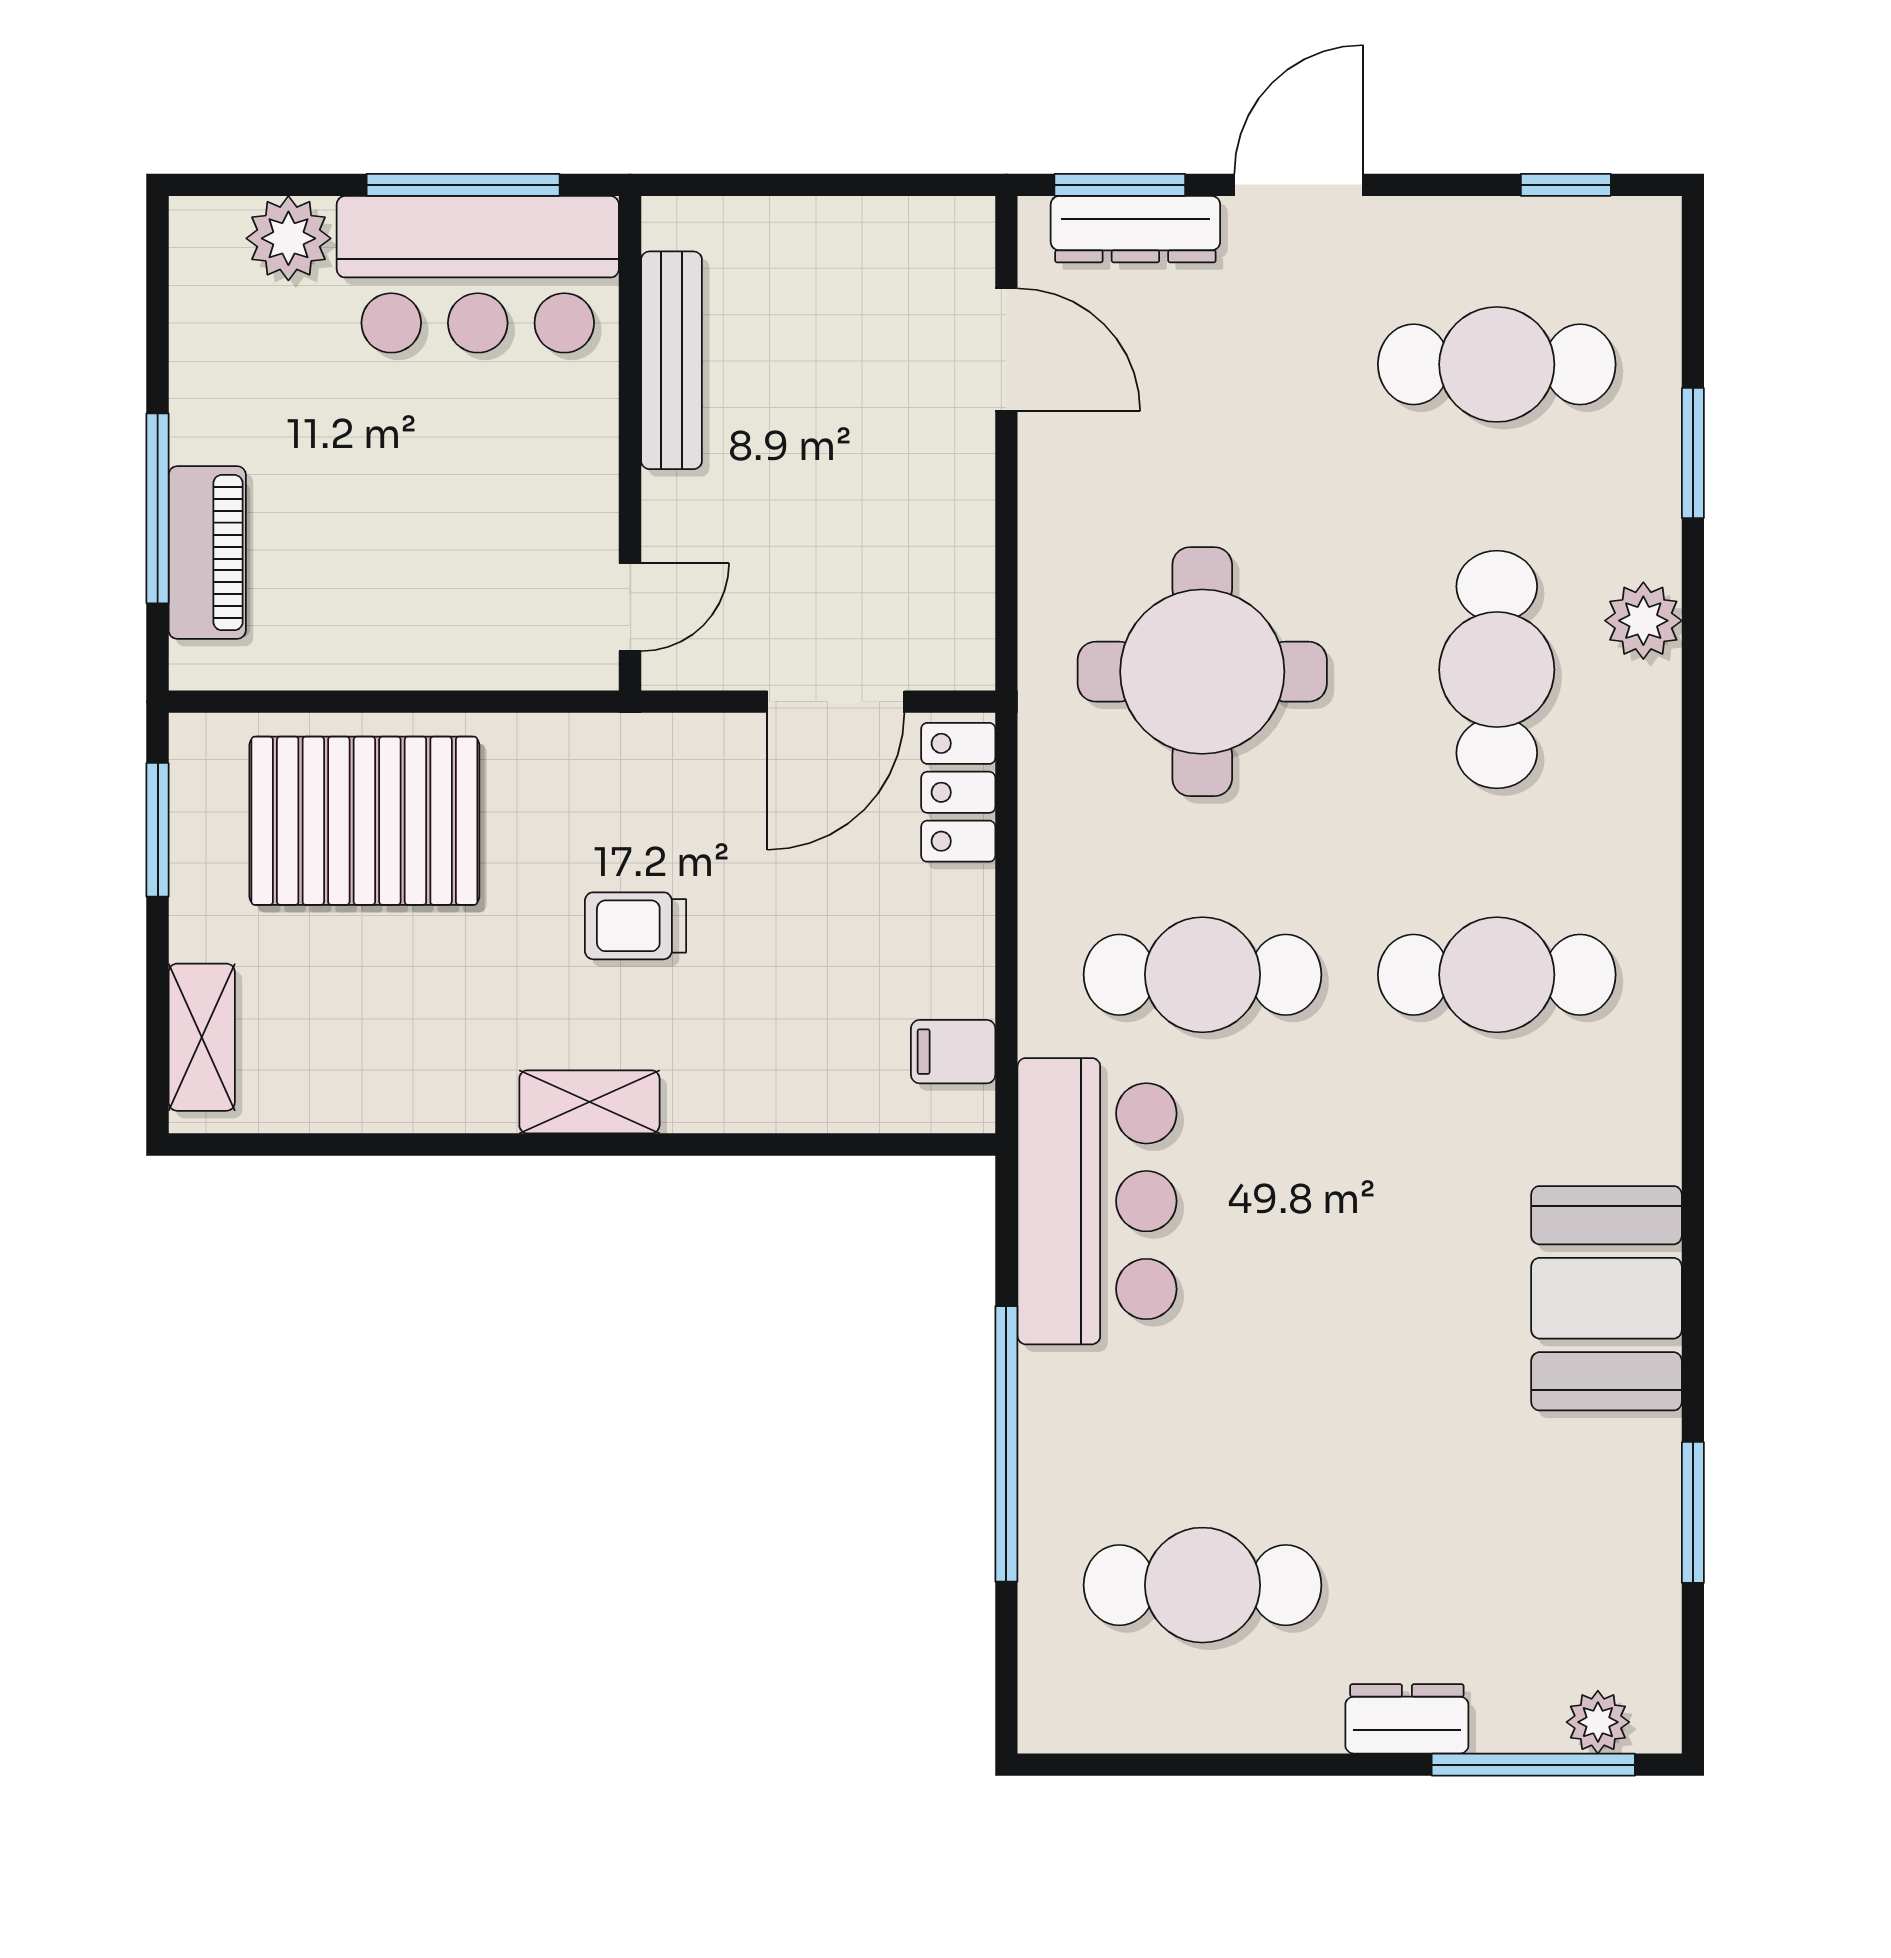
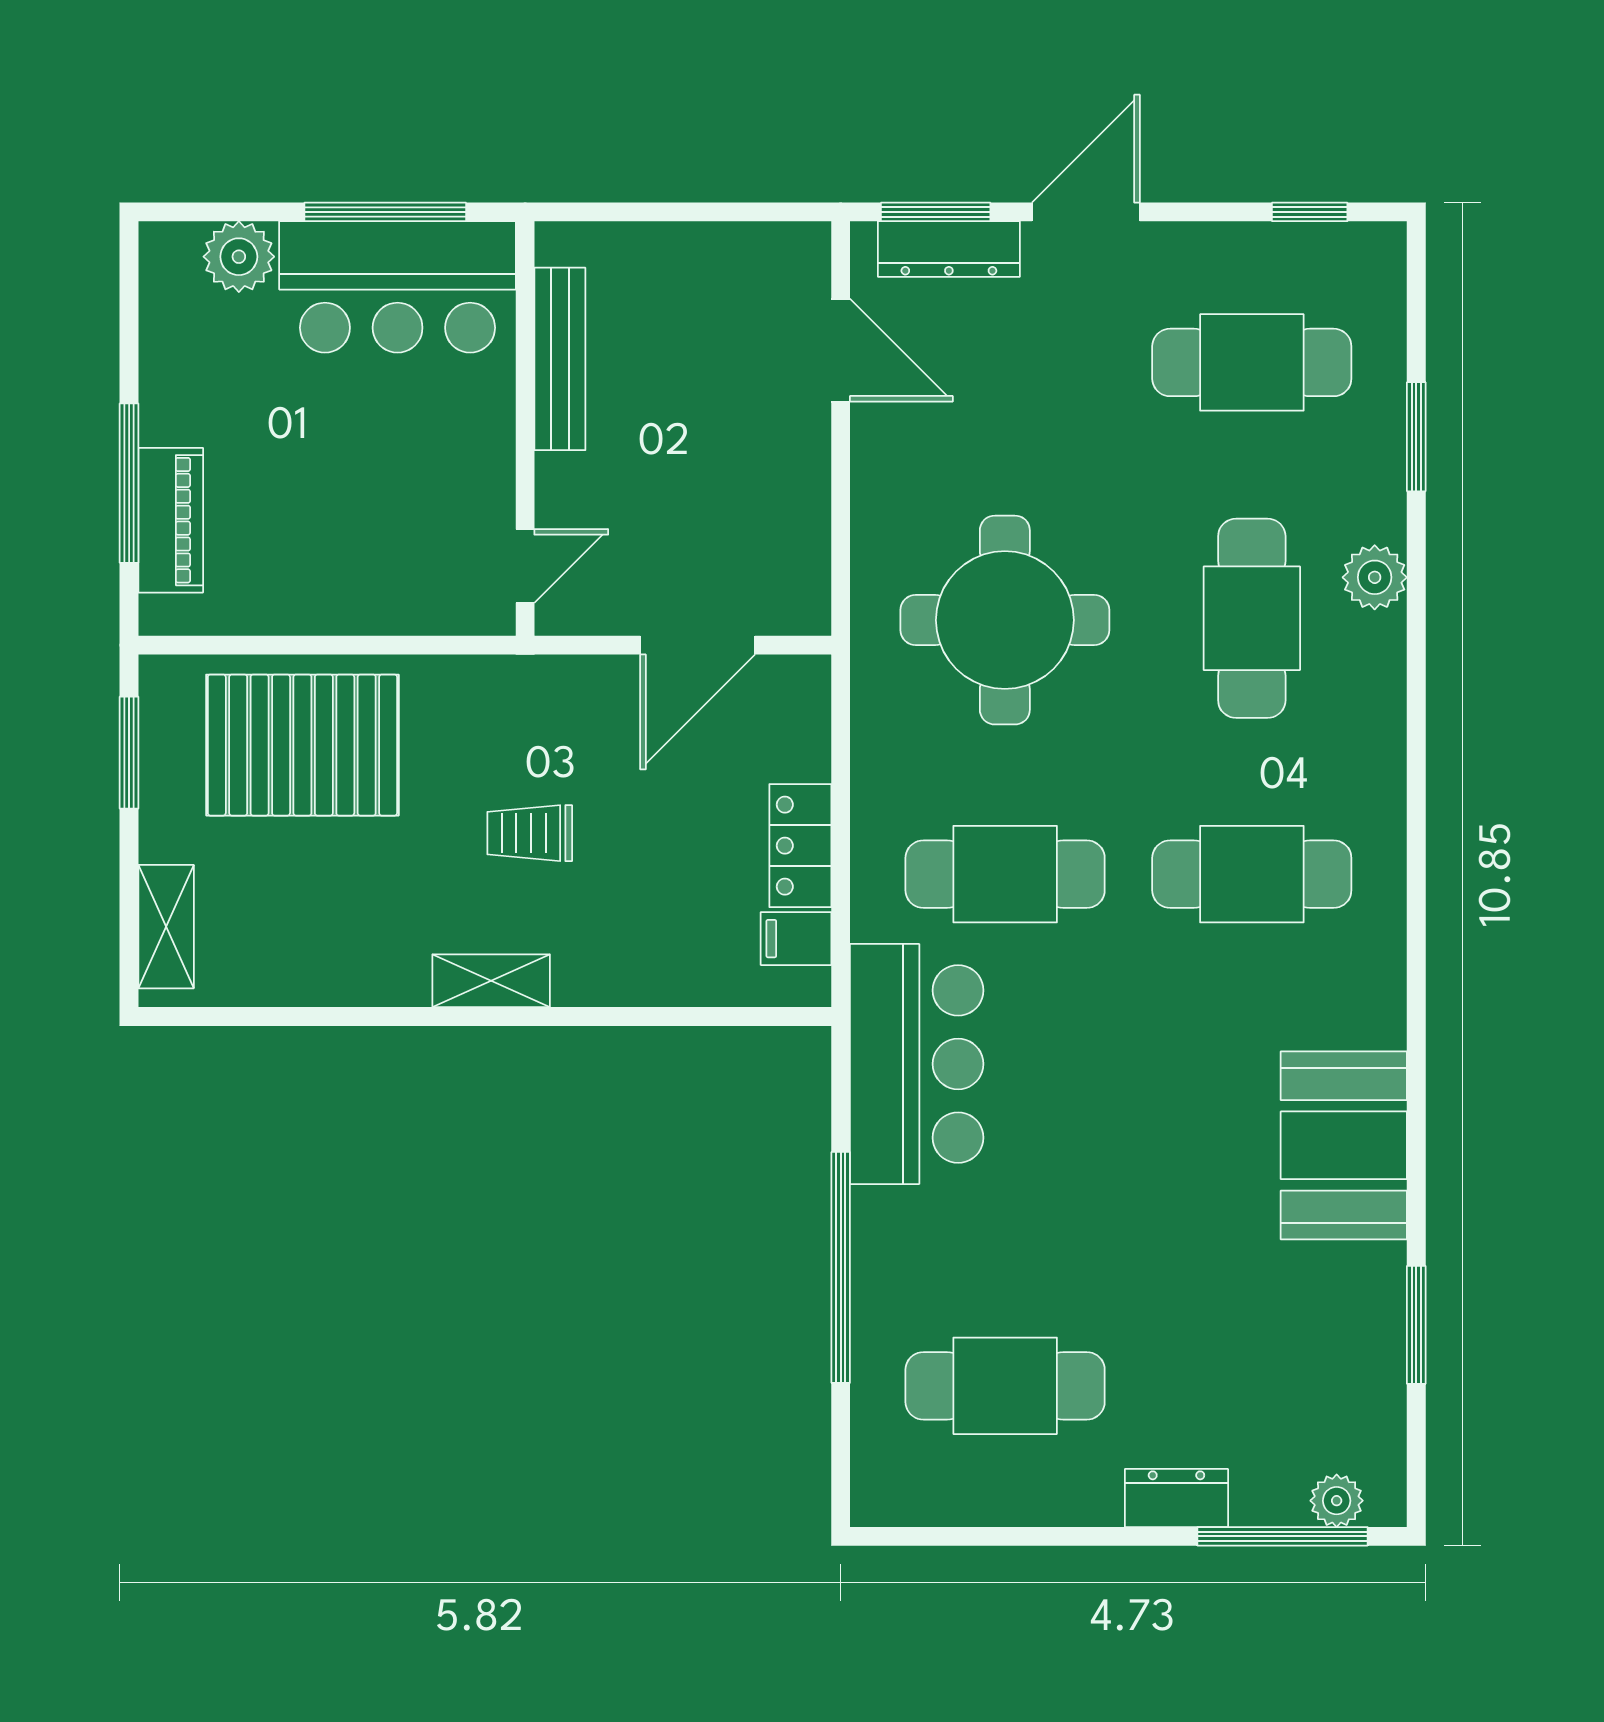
locker: (958, 792) -> (800, 846), moved

